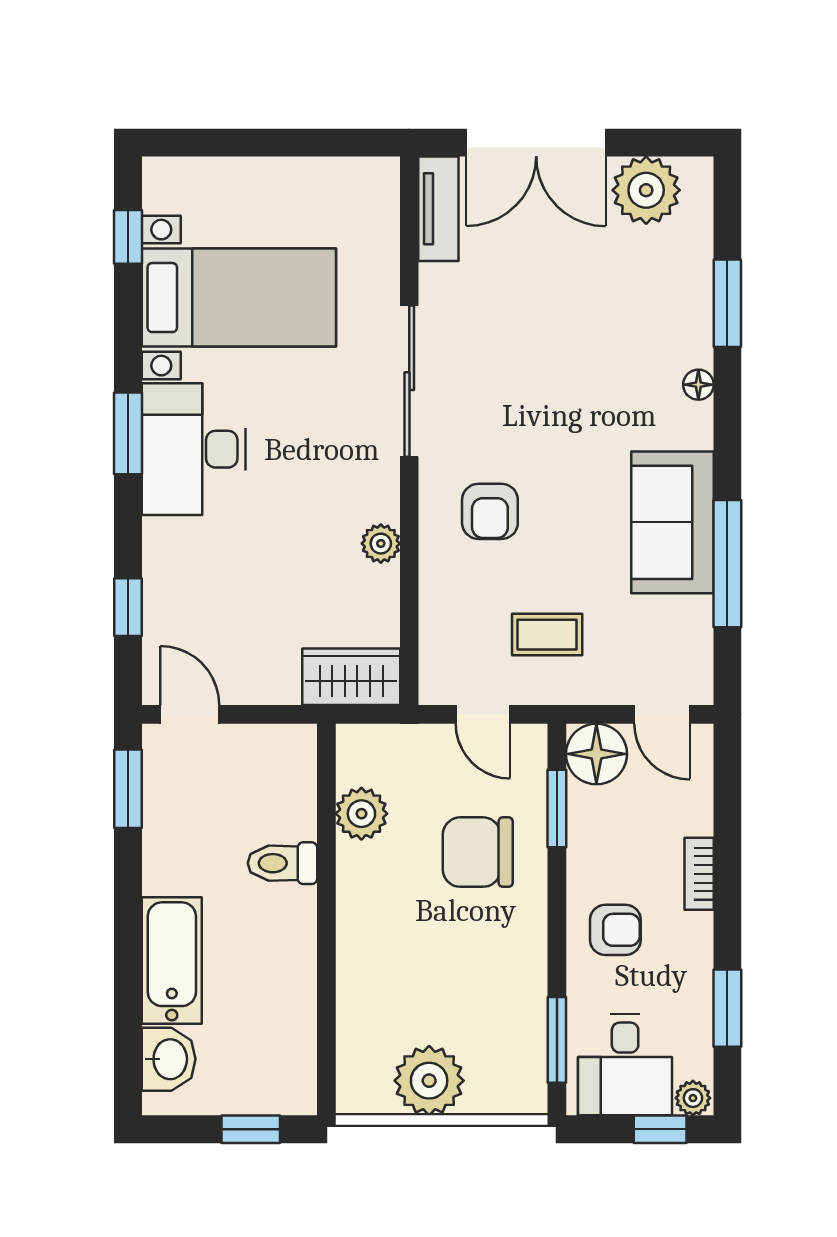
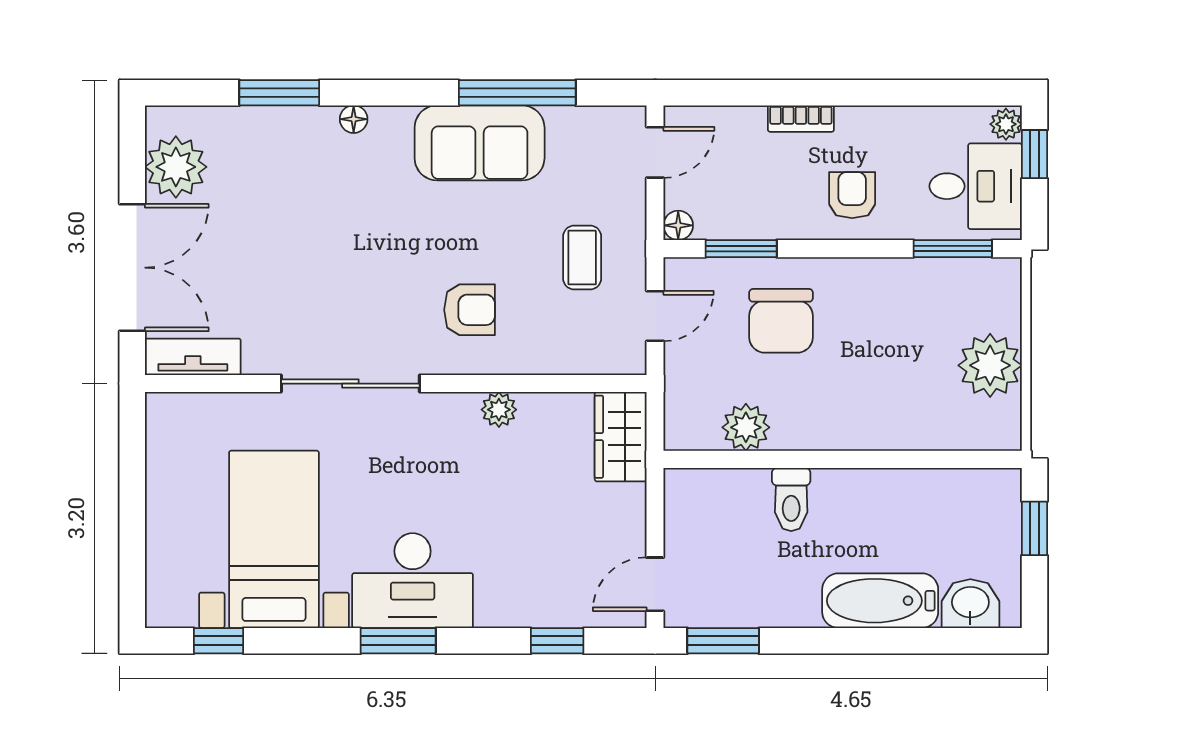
floor lamp: (596, 754) -> (678, 225), width x0.53, depth x0.53
window: (727, 1008) -> (924, 93), removed

